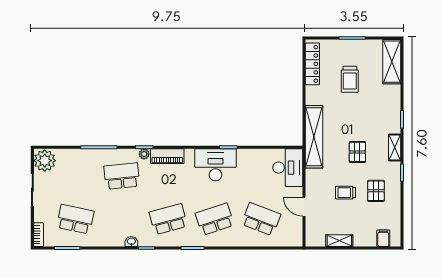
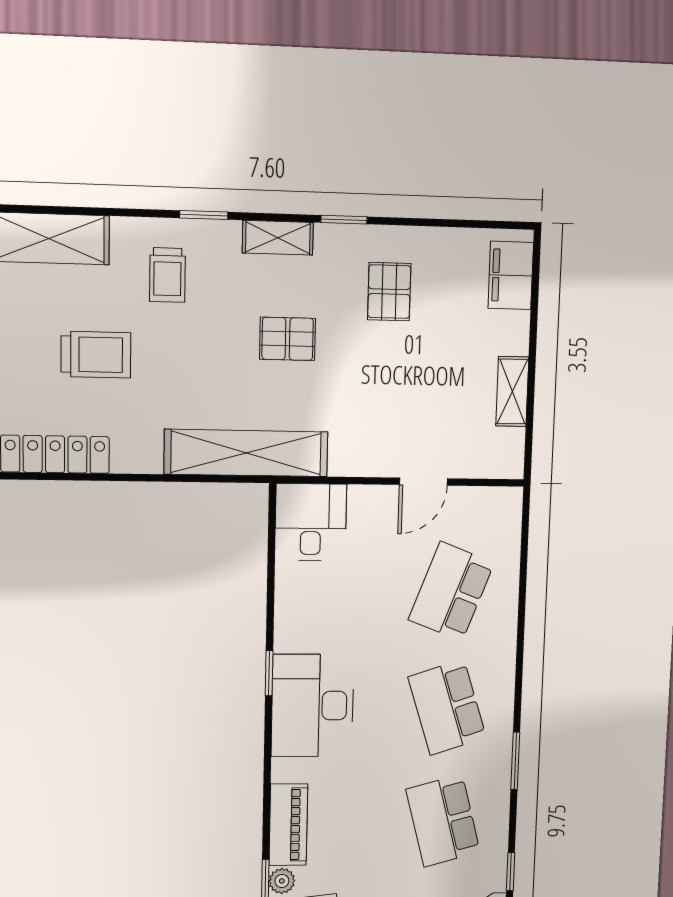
desk: (288, 168) -> (311, 522), width x0.73
pallet: (376, 191) -> (389, 292), turned 90
trolley: (346, 193) -> (167, 275), moved
filing cabinet: (383, 238) -> (511, 275), width x2.00

